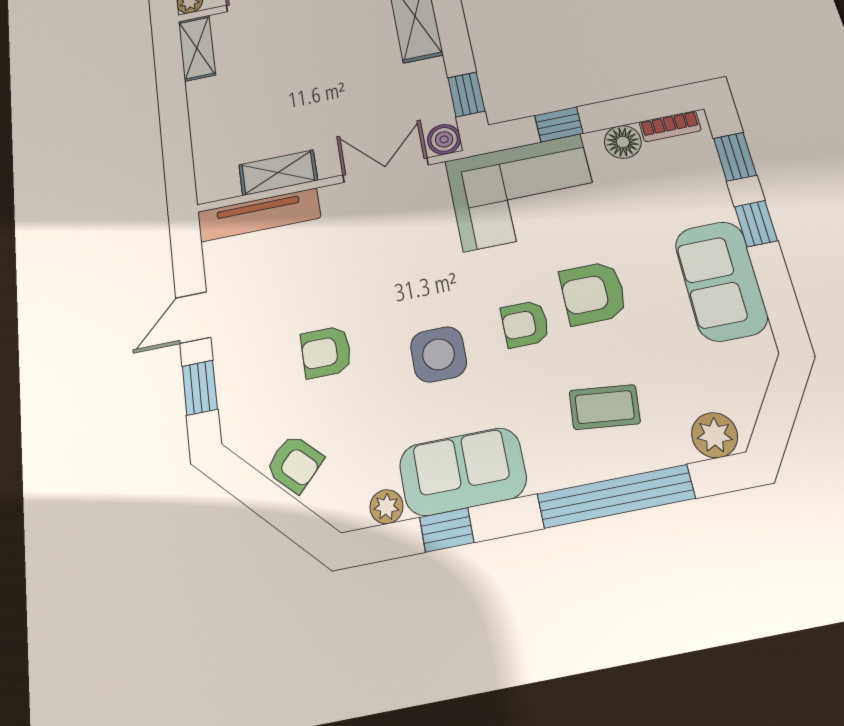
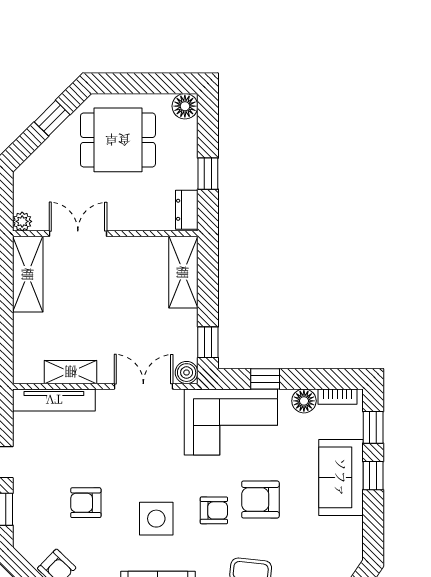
shelving: (197, 48) -> (28, 274), width x1.50, depth x1.33
sofa: (721, 281) -> (341, 477), moved
armchair: (525, 324) -> (214, 510), turned 180

